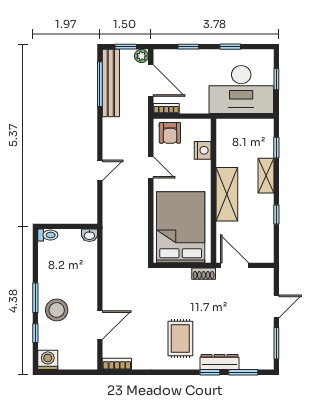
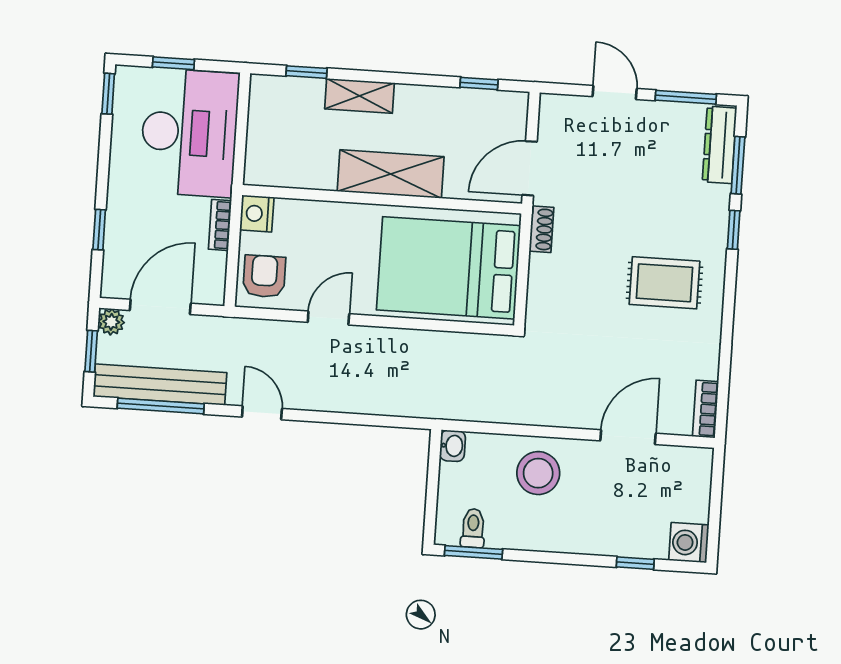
window: (230, 47) -> (108, 94), moved
bookcase: (166, 108) -> (220, 225), moved
armchair: (170, 133) -> (264, 276), turned -90
nightstand: (203, 150) -> (257, 214), moved, turned -90
door: (100, 170) -> (262, 413), moved
window: (276, 215) -> (479, 84), moved
toilet: (48, 235) -> (473, 528), moved
window: (35, 298) -> (474, 552), moved
stool: (57, 310) -> (538, 473), moved
door: (100, 325) -> (628, 437), hinge flipped
dresser: (219, 362) -> (719, 145), moved

